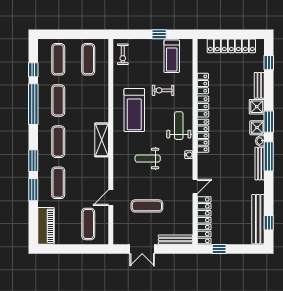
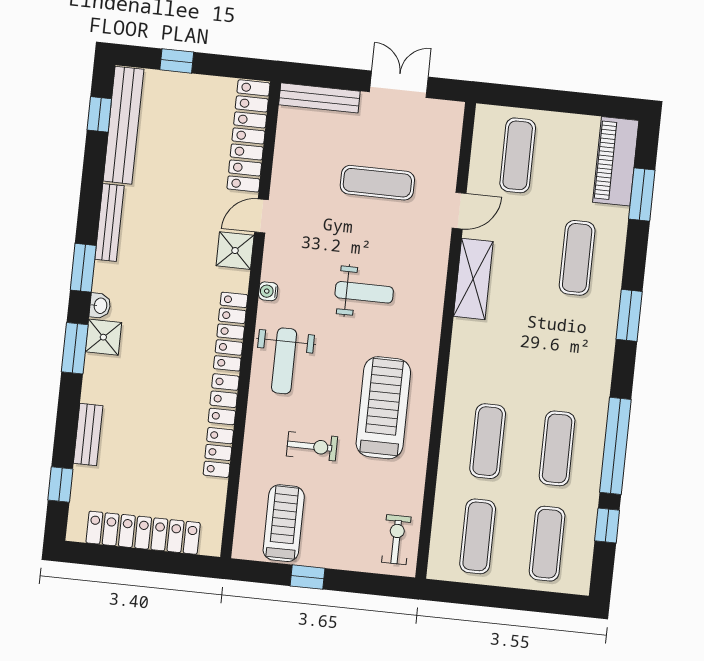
shower: (257, 107) -> (235, 251), moved
shelving: (102, 140) -> (473, 279), moved
exercise mat: (58, 142) -> (488, 441), moved
window: (269, 156) -> (83, 268), width x0.69
bench: (260, 164) -> (110, 223), moved
window: (33, 190) -> (642, 195), moved
window: (219, 249) -> (177, 61), moved

